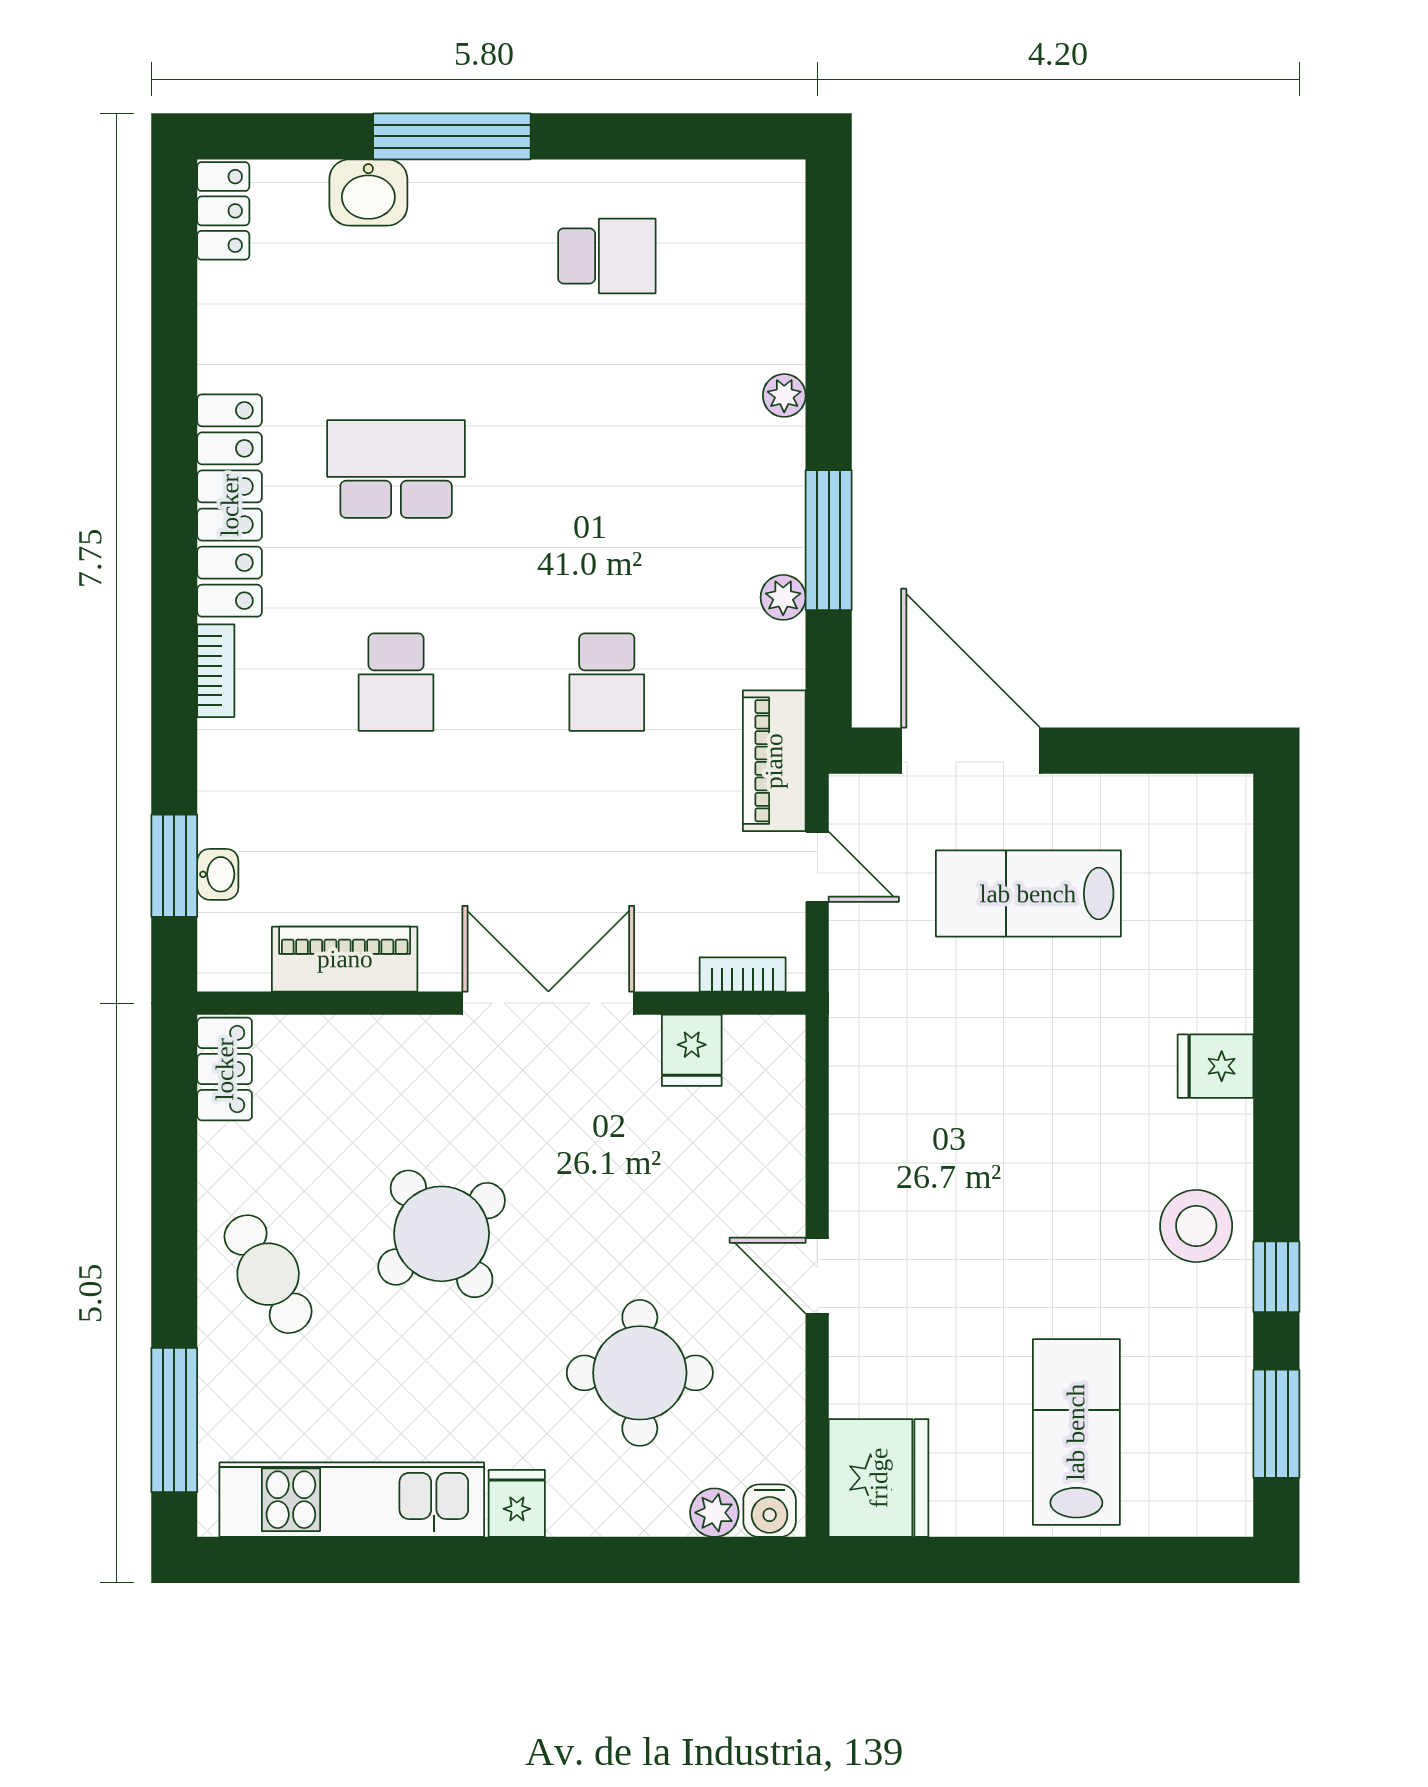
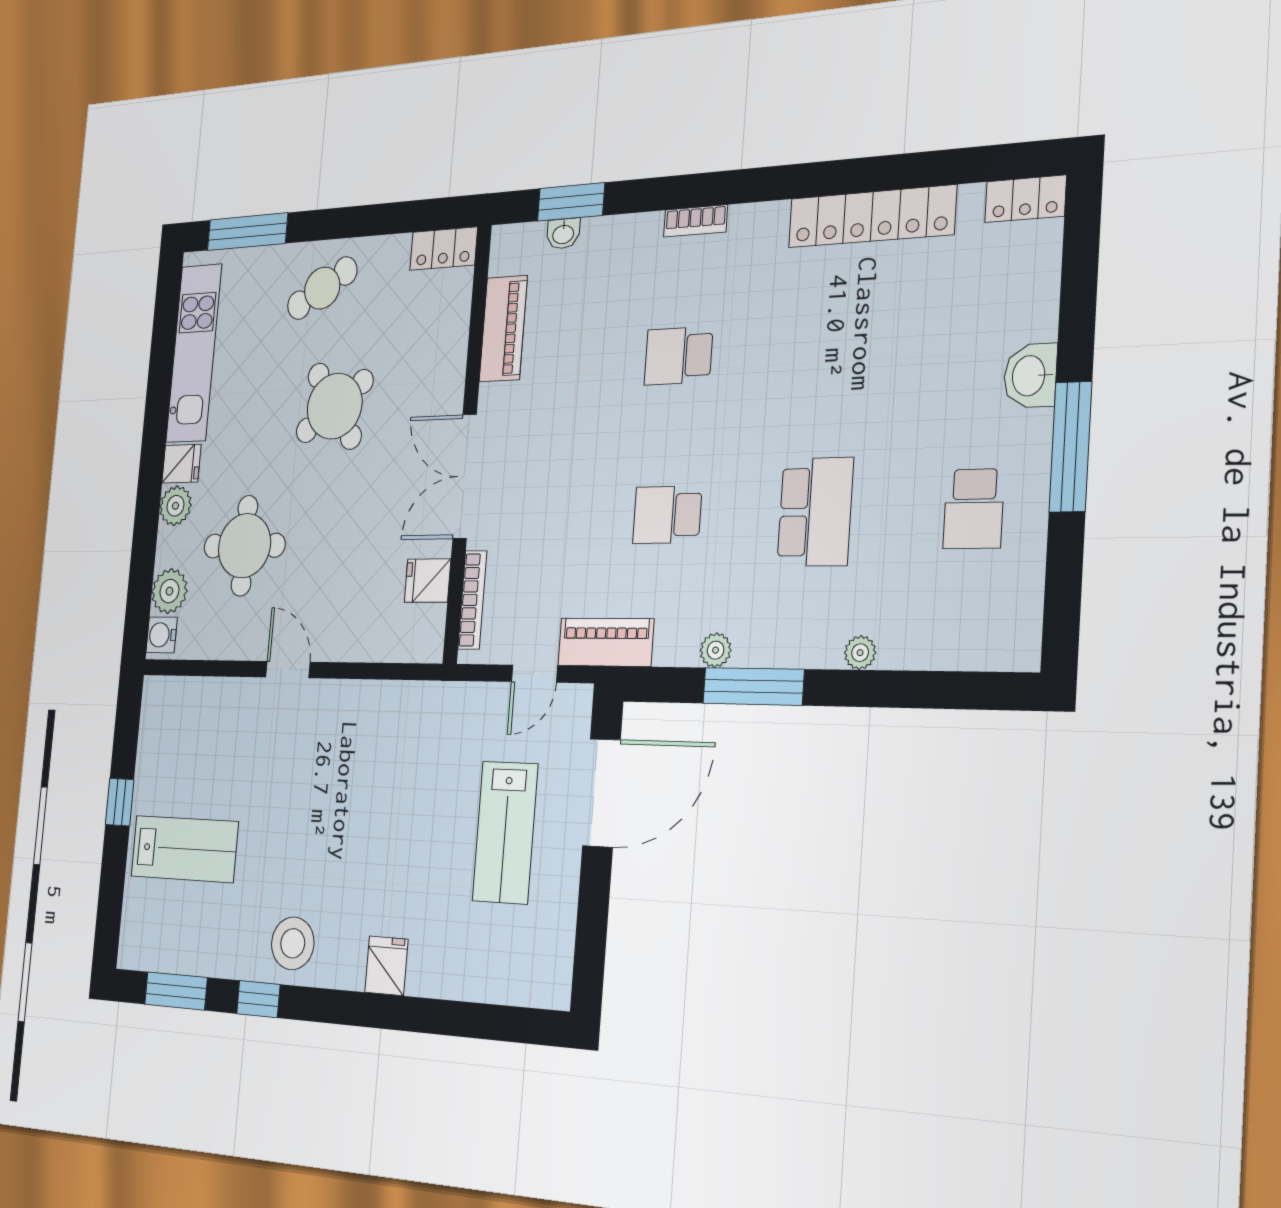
window: (452, 136) -> (1070, 447), moved
washbasin: (368, 192) -> (1030, 376), moved
school desk: (396, 469) -> (815, 512), moved
locker: (230, 505) -> (872, 217), moved
lab bench: (1028, 894) -> (505, 832), turned 180
bookcase: (743, 974) -> (472, 600), width x1.56
double door: (548, 1003) -> (465, 476), swing flipped
door: (817, 1276) -> (288, 670), hinge flipped
fridge: (879, 1478) -> (172, 710), removed
plant: (579, 1507) -> (175, 506), added
plant: (714, 1513) -> (169, 591), width x1.38, depth x1.38
window: (1015, 1560) -> (120, 802), added

